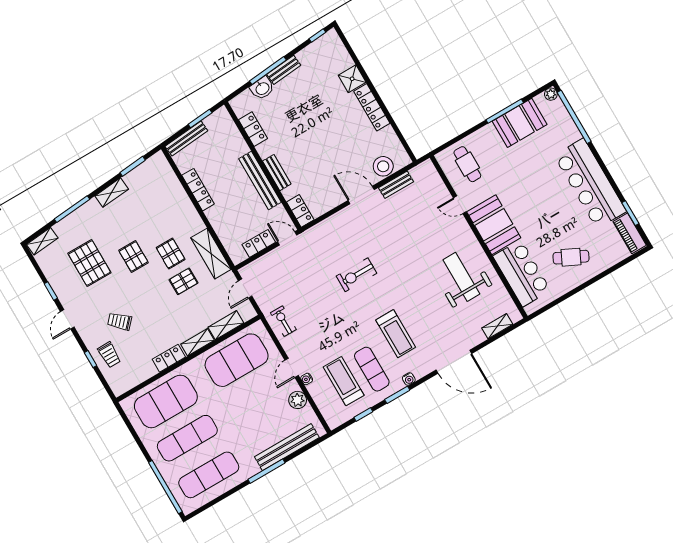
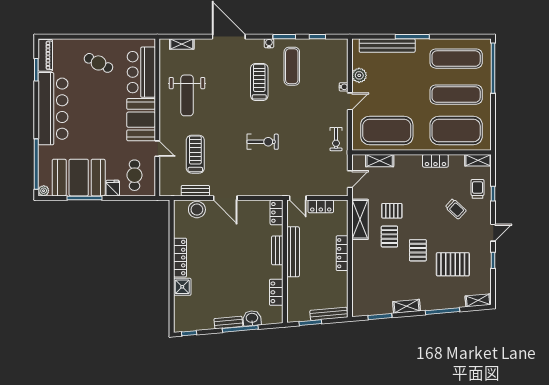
booth: (520, 123) -> (79, 178), width x1.36, depth x1.42
fridge: (482, 138) -> (113, 188), added
locker: (198, 190) -> (342, 253), moved
pallet: (89, 263) -> (453, 264), turned 90
shelving: (197, 342) -> (478, 160), moved
treadmill: (344, 381) -> (195, 154), moved, turned 180

